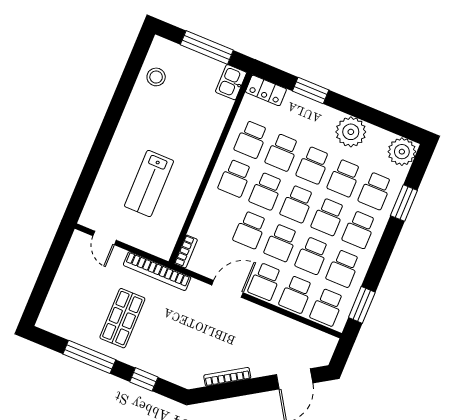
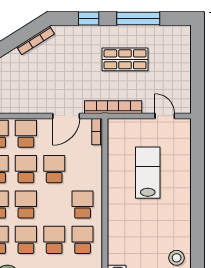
school desk: (266, 191) -> (54, 205), removed
door: (227, 289) -> (66, 116), moved
shop shelf: (122, 318) -> (125, 59), turned 90
bookcase: (227, 377) -> (36, 40), moved

